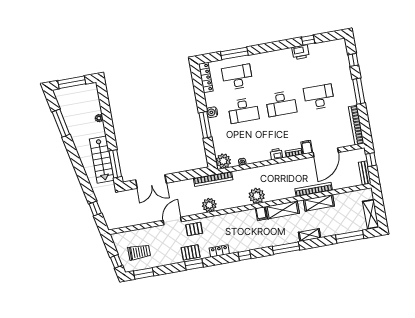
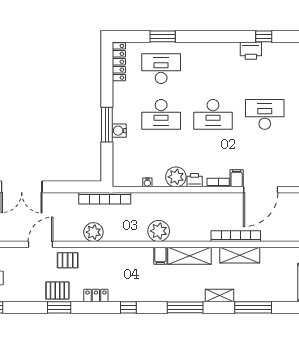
window: (234, 53) -> (163, 36), width x0.69
water cooler: (212, 112) -> (119, 131), moved
plant: (223, 161) -> (176, 177), moved
window: (350, 237) -> (253, 307), moved

